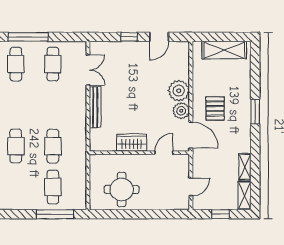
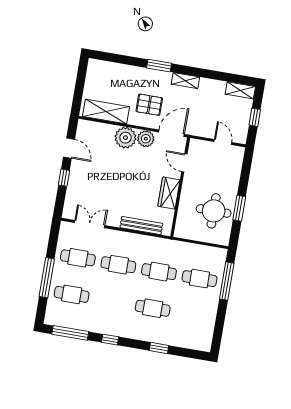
shelving: (224, 50) -> (106, 112), moved, turned 90
cafe table: (53, 105) -> (118, 265), added
bench: (95, 107) -> (141, 226), moved
shelving: (245, 167) -> (185, 81), moved
window: (129, 214) -> (239, 208), added

